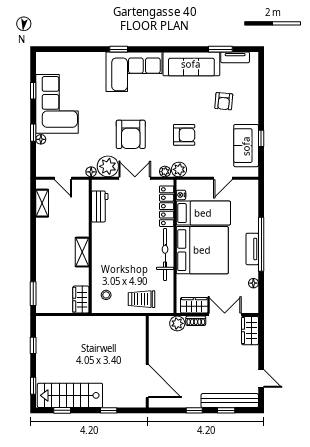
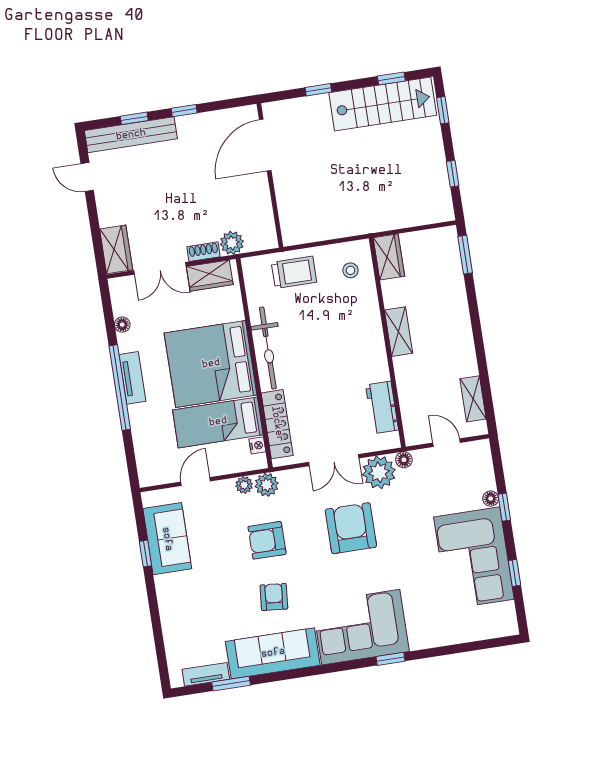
armchair: (224, 101) -> (274, 597), moved
plant: (165, 172) -> (244, 485), moved
door: (147, 381) -> (265, 145), hinge flipped

